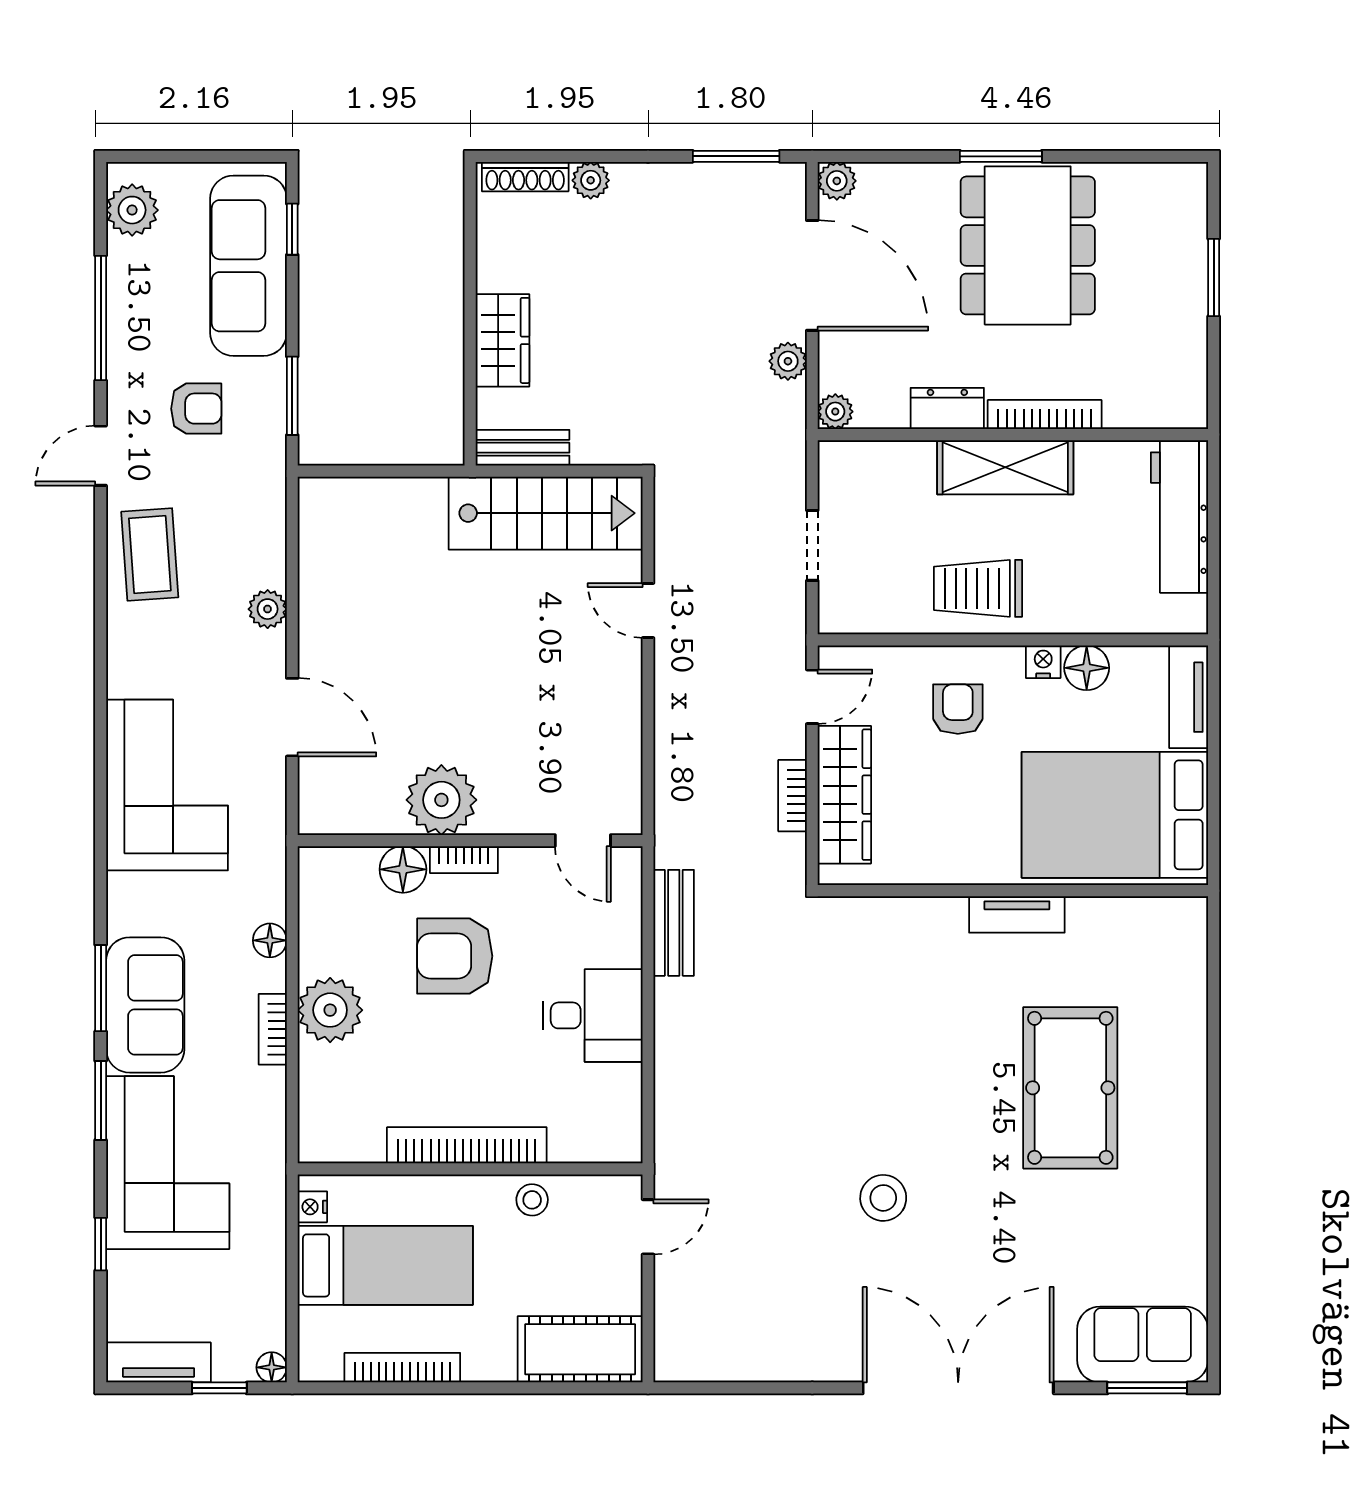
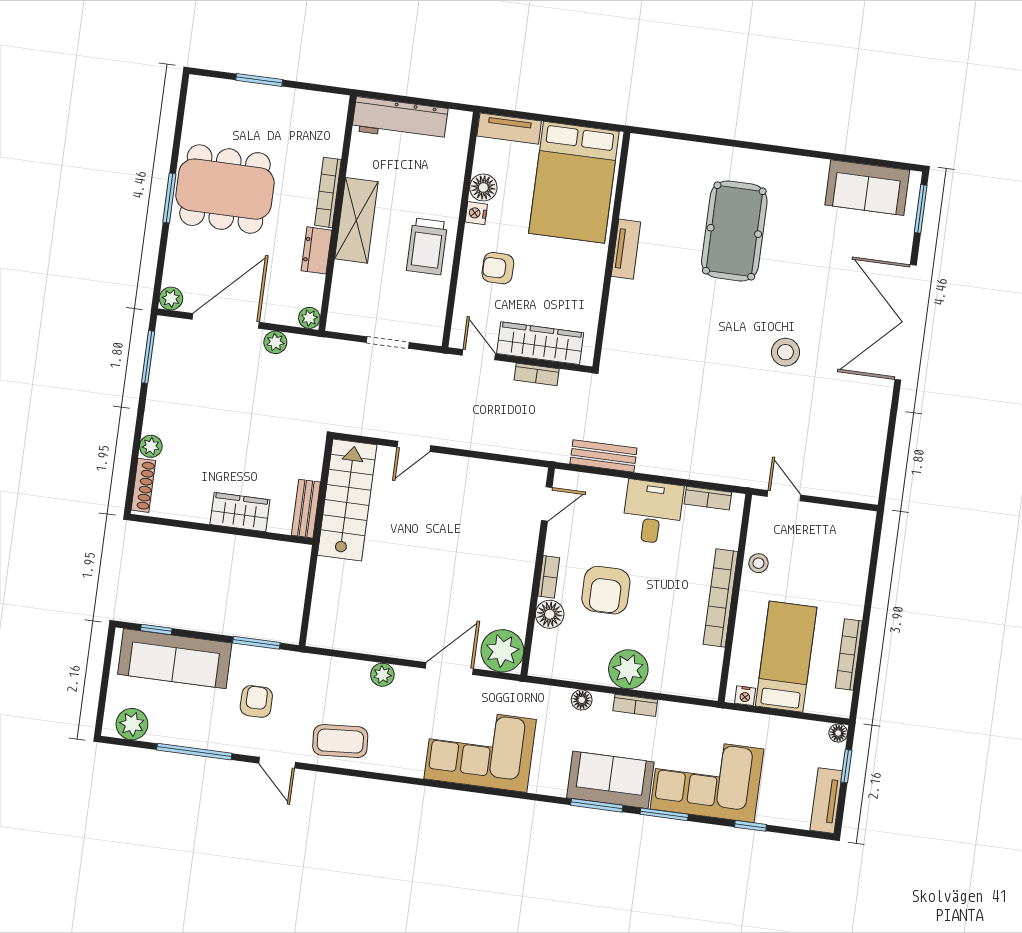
plant: (441, 800) -> (502, 651), moved
pool table: (1070, 1088) -> (734, 231), turned 90
bookcase: (628, 1103) -> (708, 498), added
sofa: (1143, 1345) -> (867, 188), moved, turned -90
cot: (580, 1349) -> (852, 546), removed

